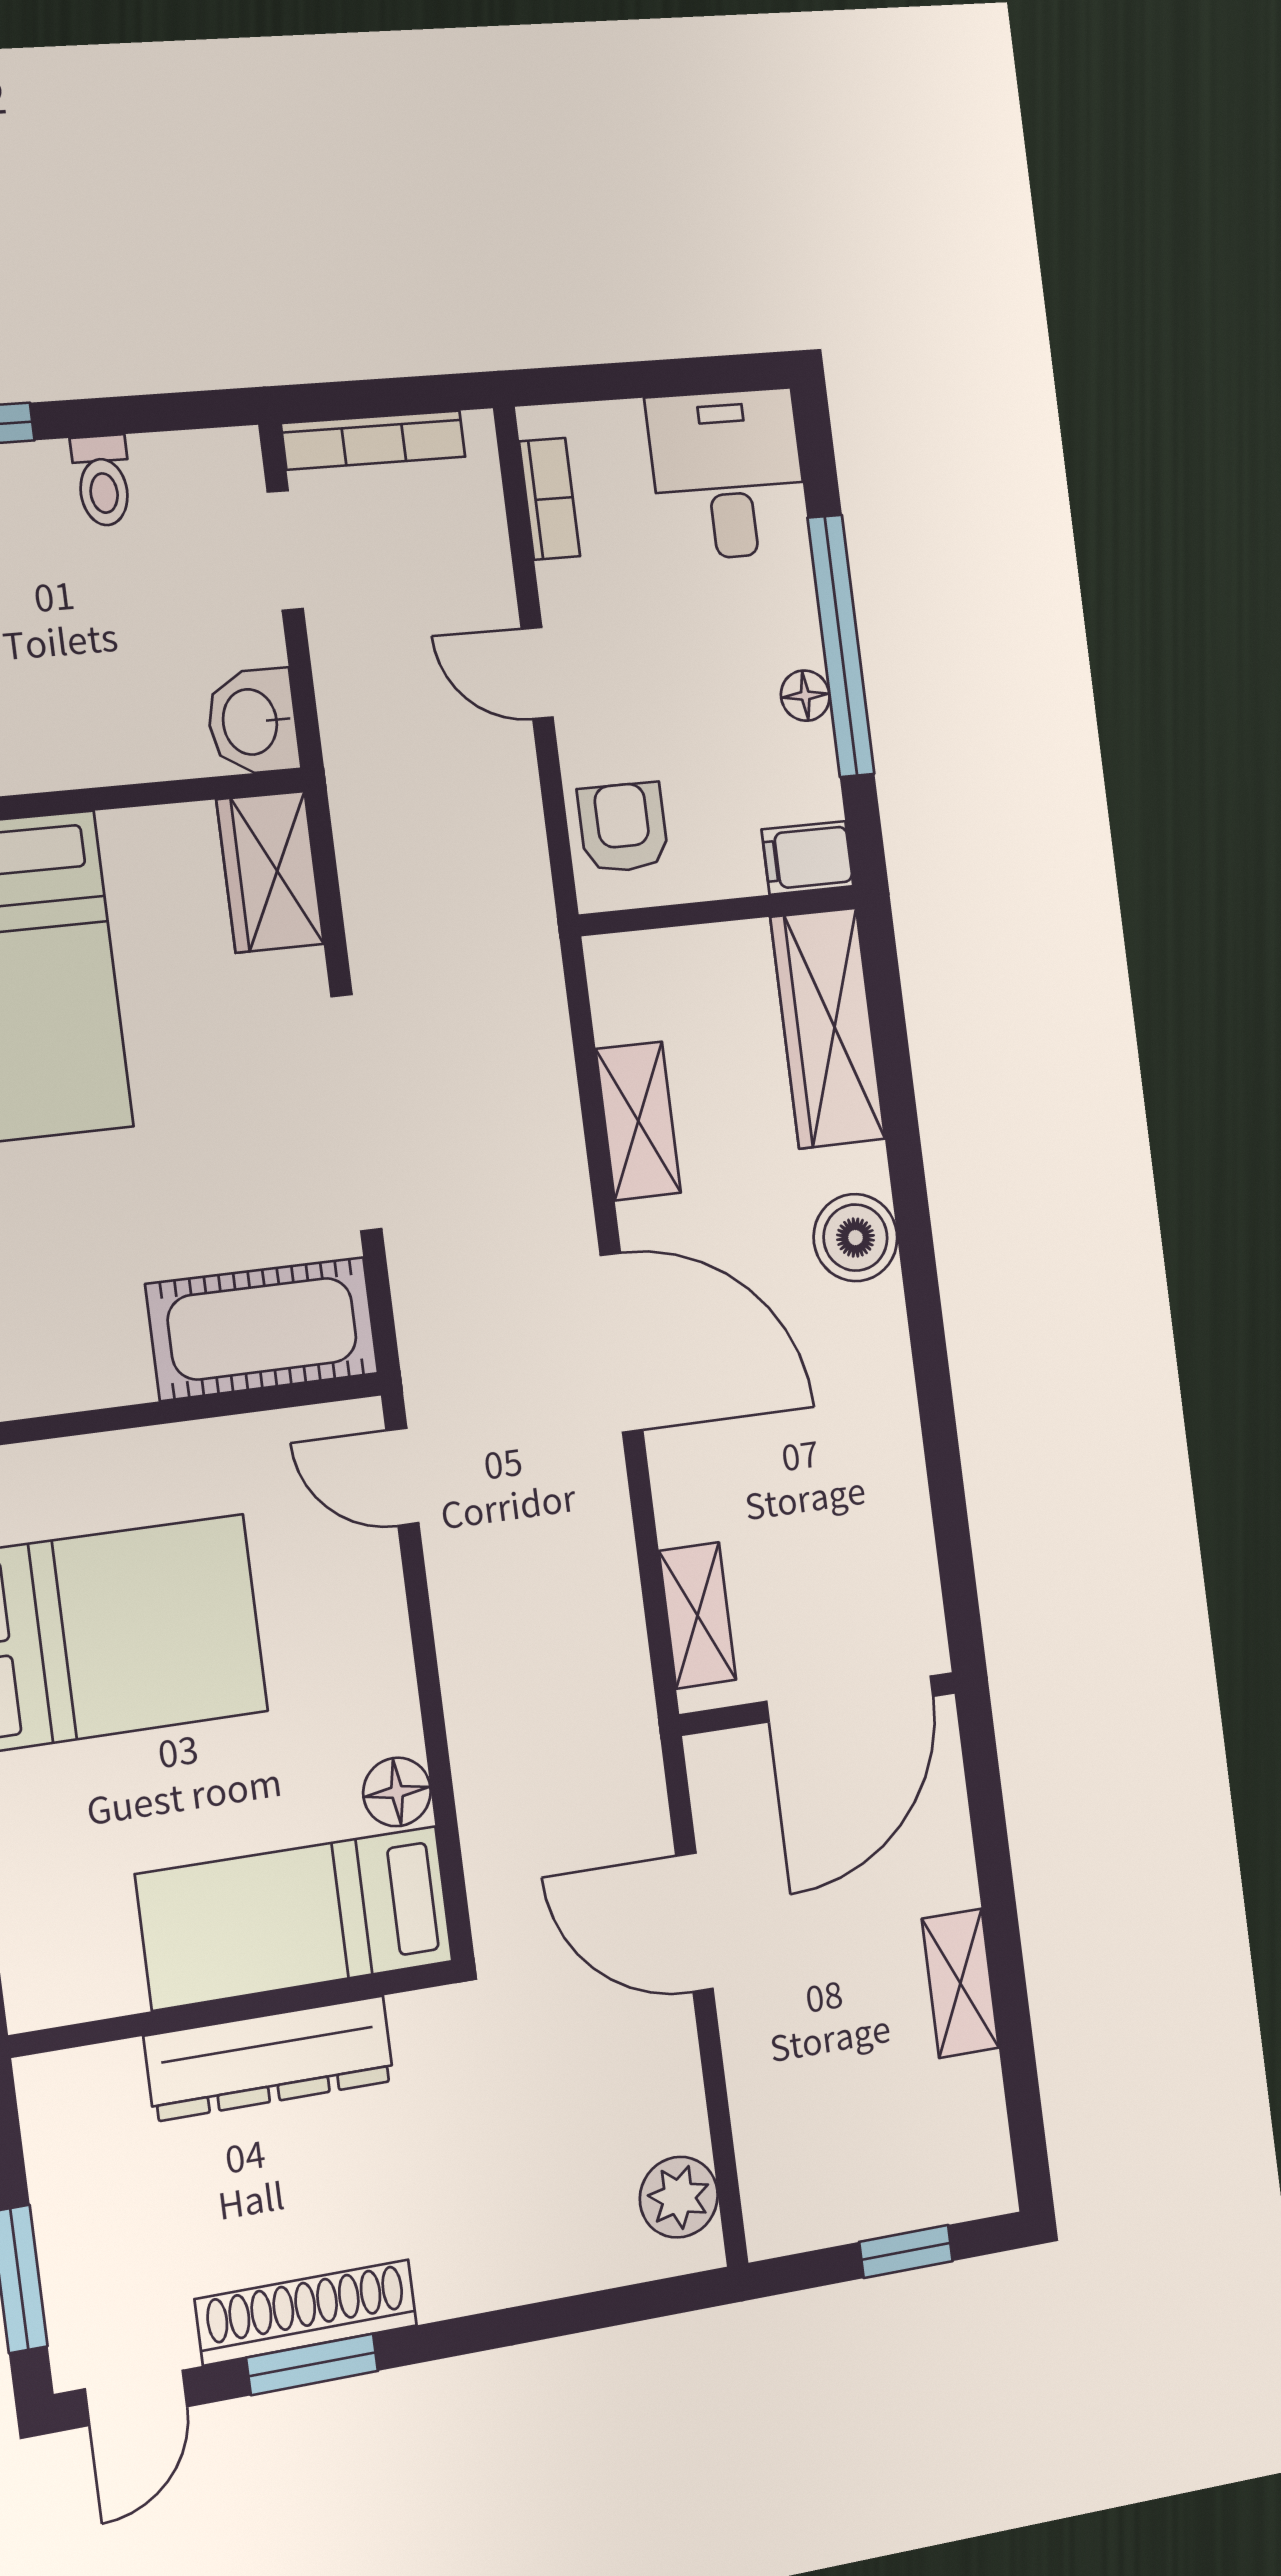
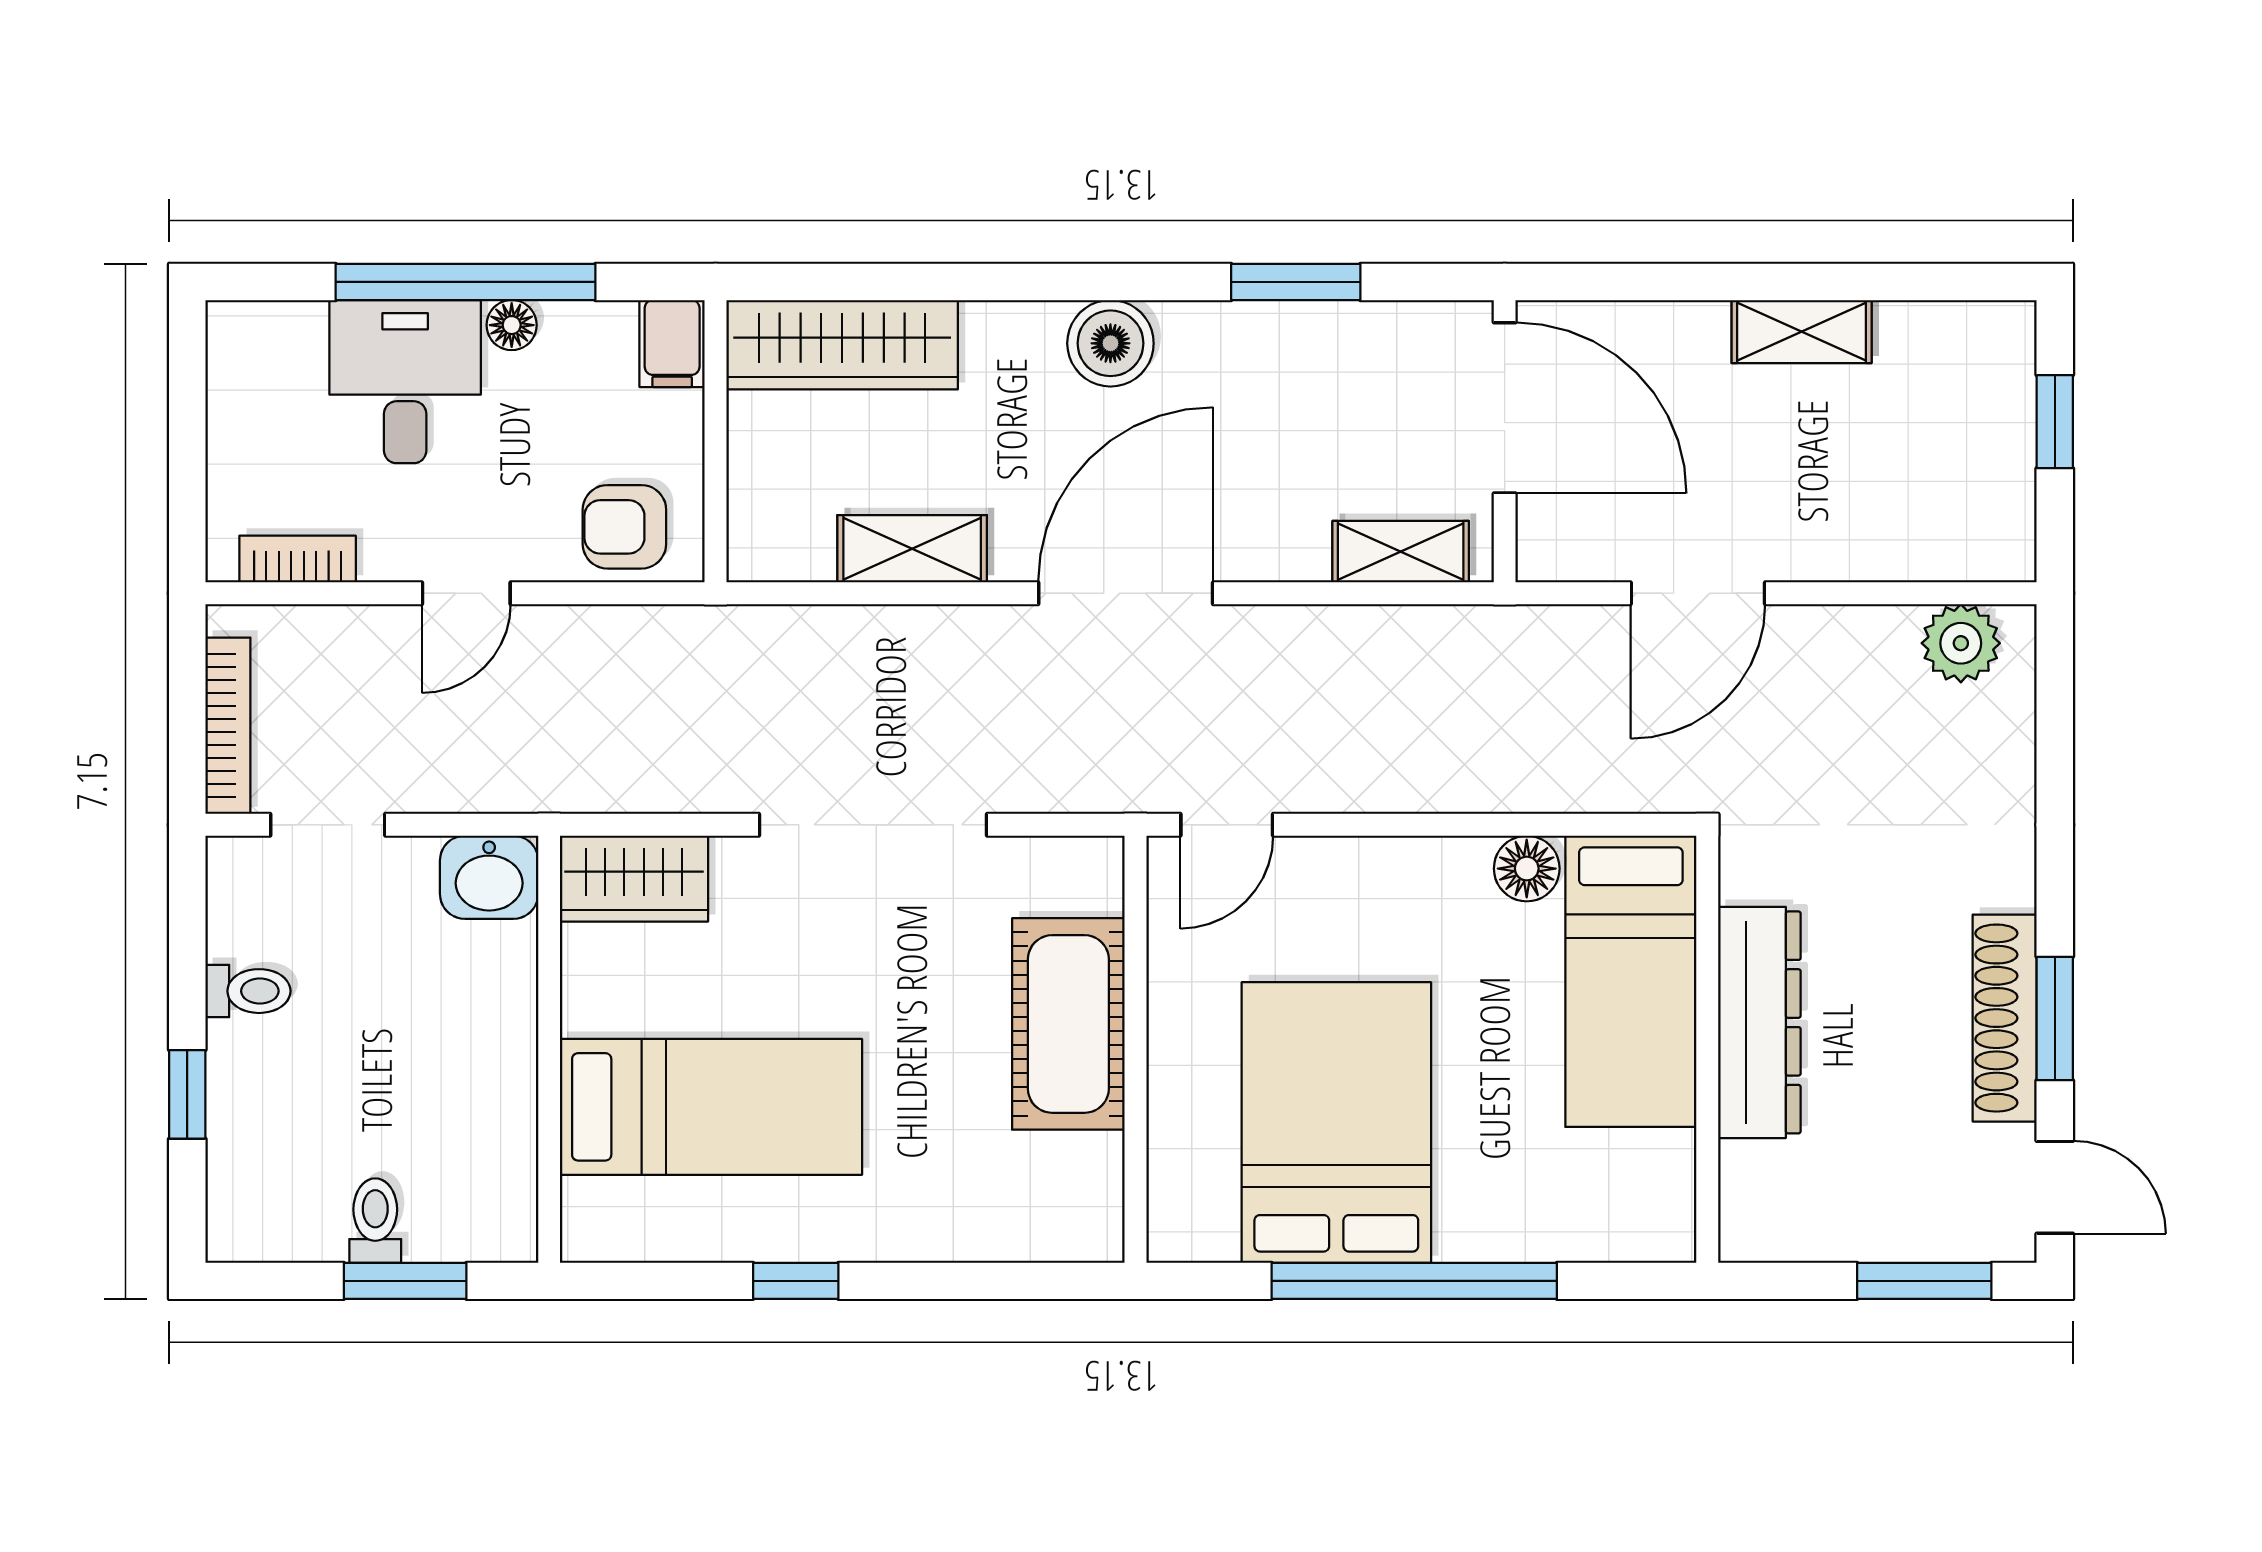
desk: (728, 474) -> (405, 382), moved, turned 90
boiler: (855, 1238) -> (1110, 343), moved
cot: (262, 1329) -> (1068, 1024), moved
window: (944, 1473) -> (1296, 282), added

